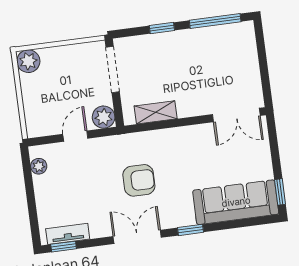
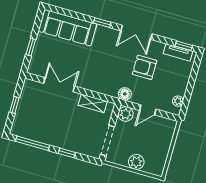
plant: (28, 61) -> (136, 162), moved
window: (263, 63) -> (14, 105), added
double door: (236, 115) -> (59, 85), moved
floor lamp: (117, 144) -> (125, 94), added
armchair: (139, 180) -> (145, 67), moved
window: (280, 192) -> (31, 47), moved

